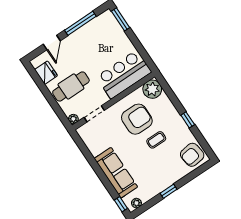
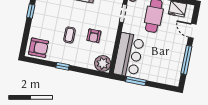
window: (120, 19) -> (136, 81), moved
armchair: (137, 119) -> (94, 36), width x0.53, depth x0.53
armchair: (192, 155) -> (39, 48), turned 98

